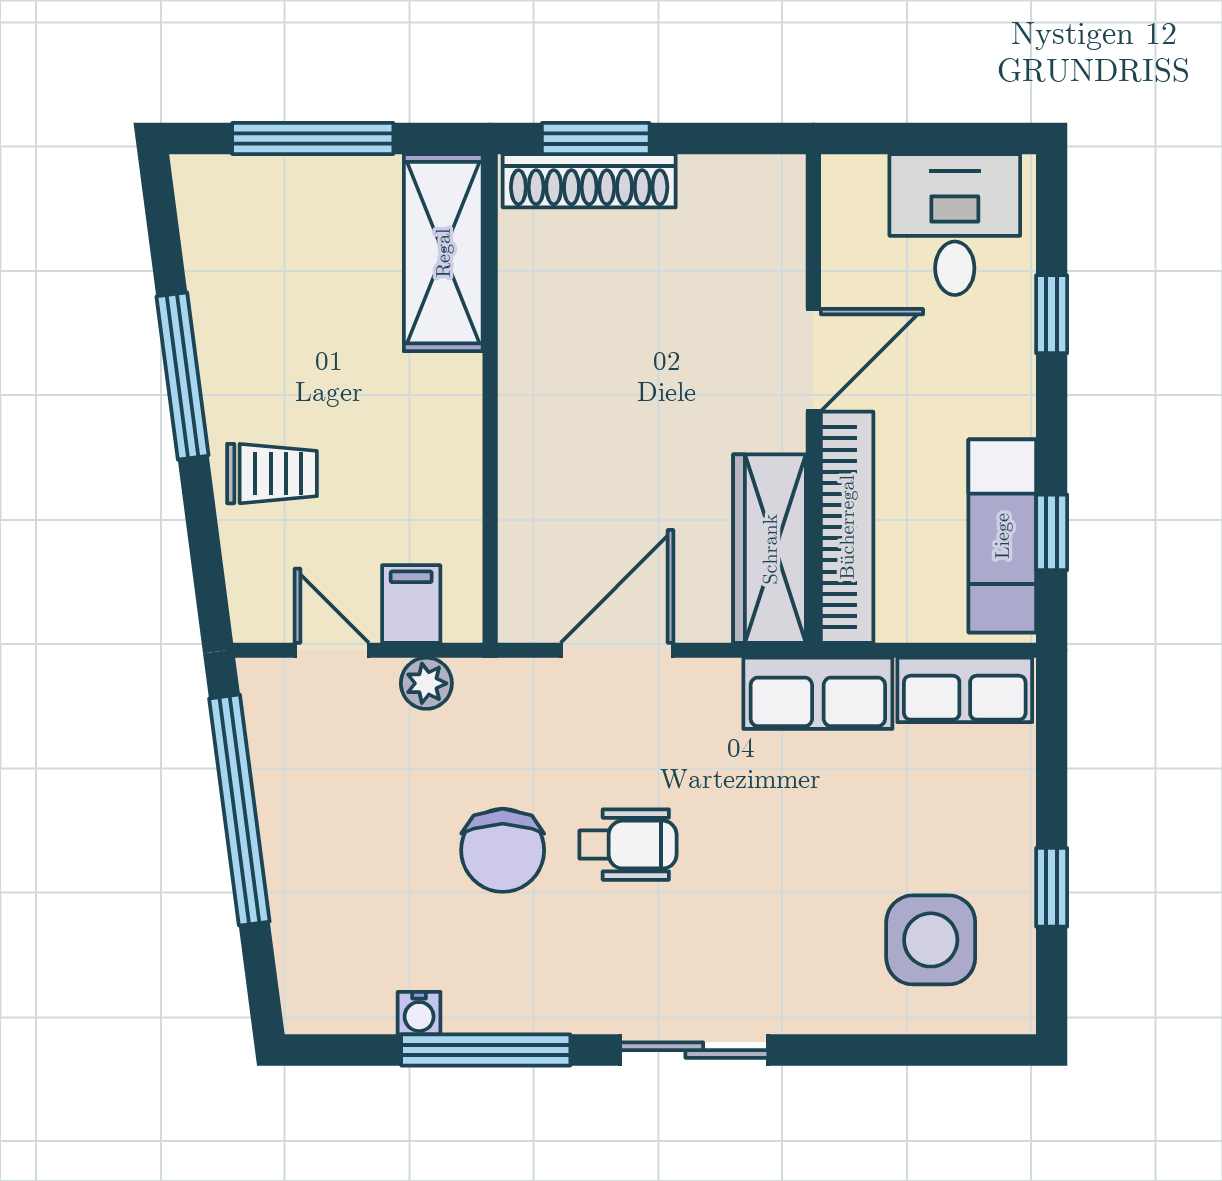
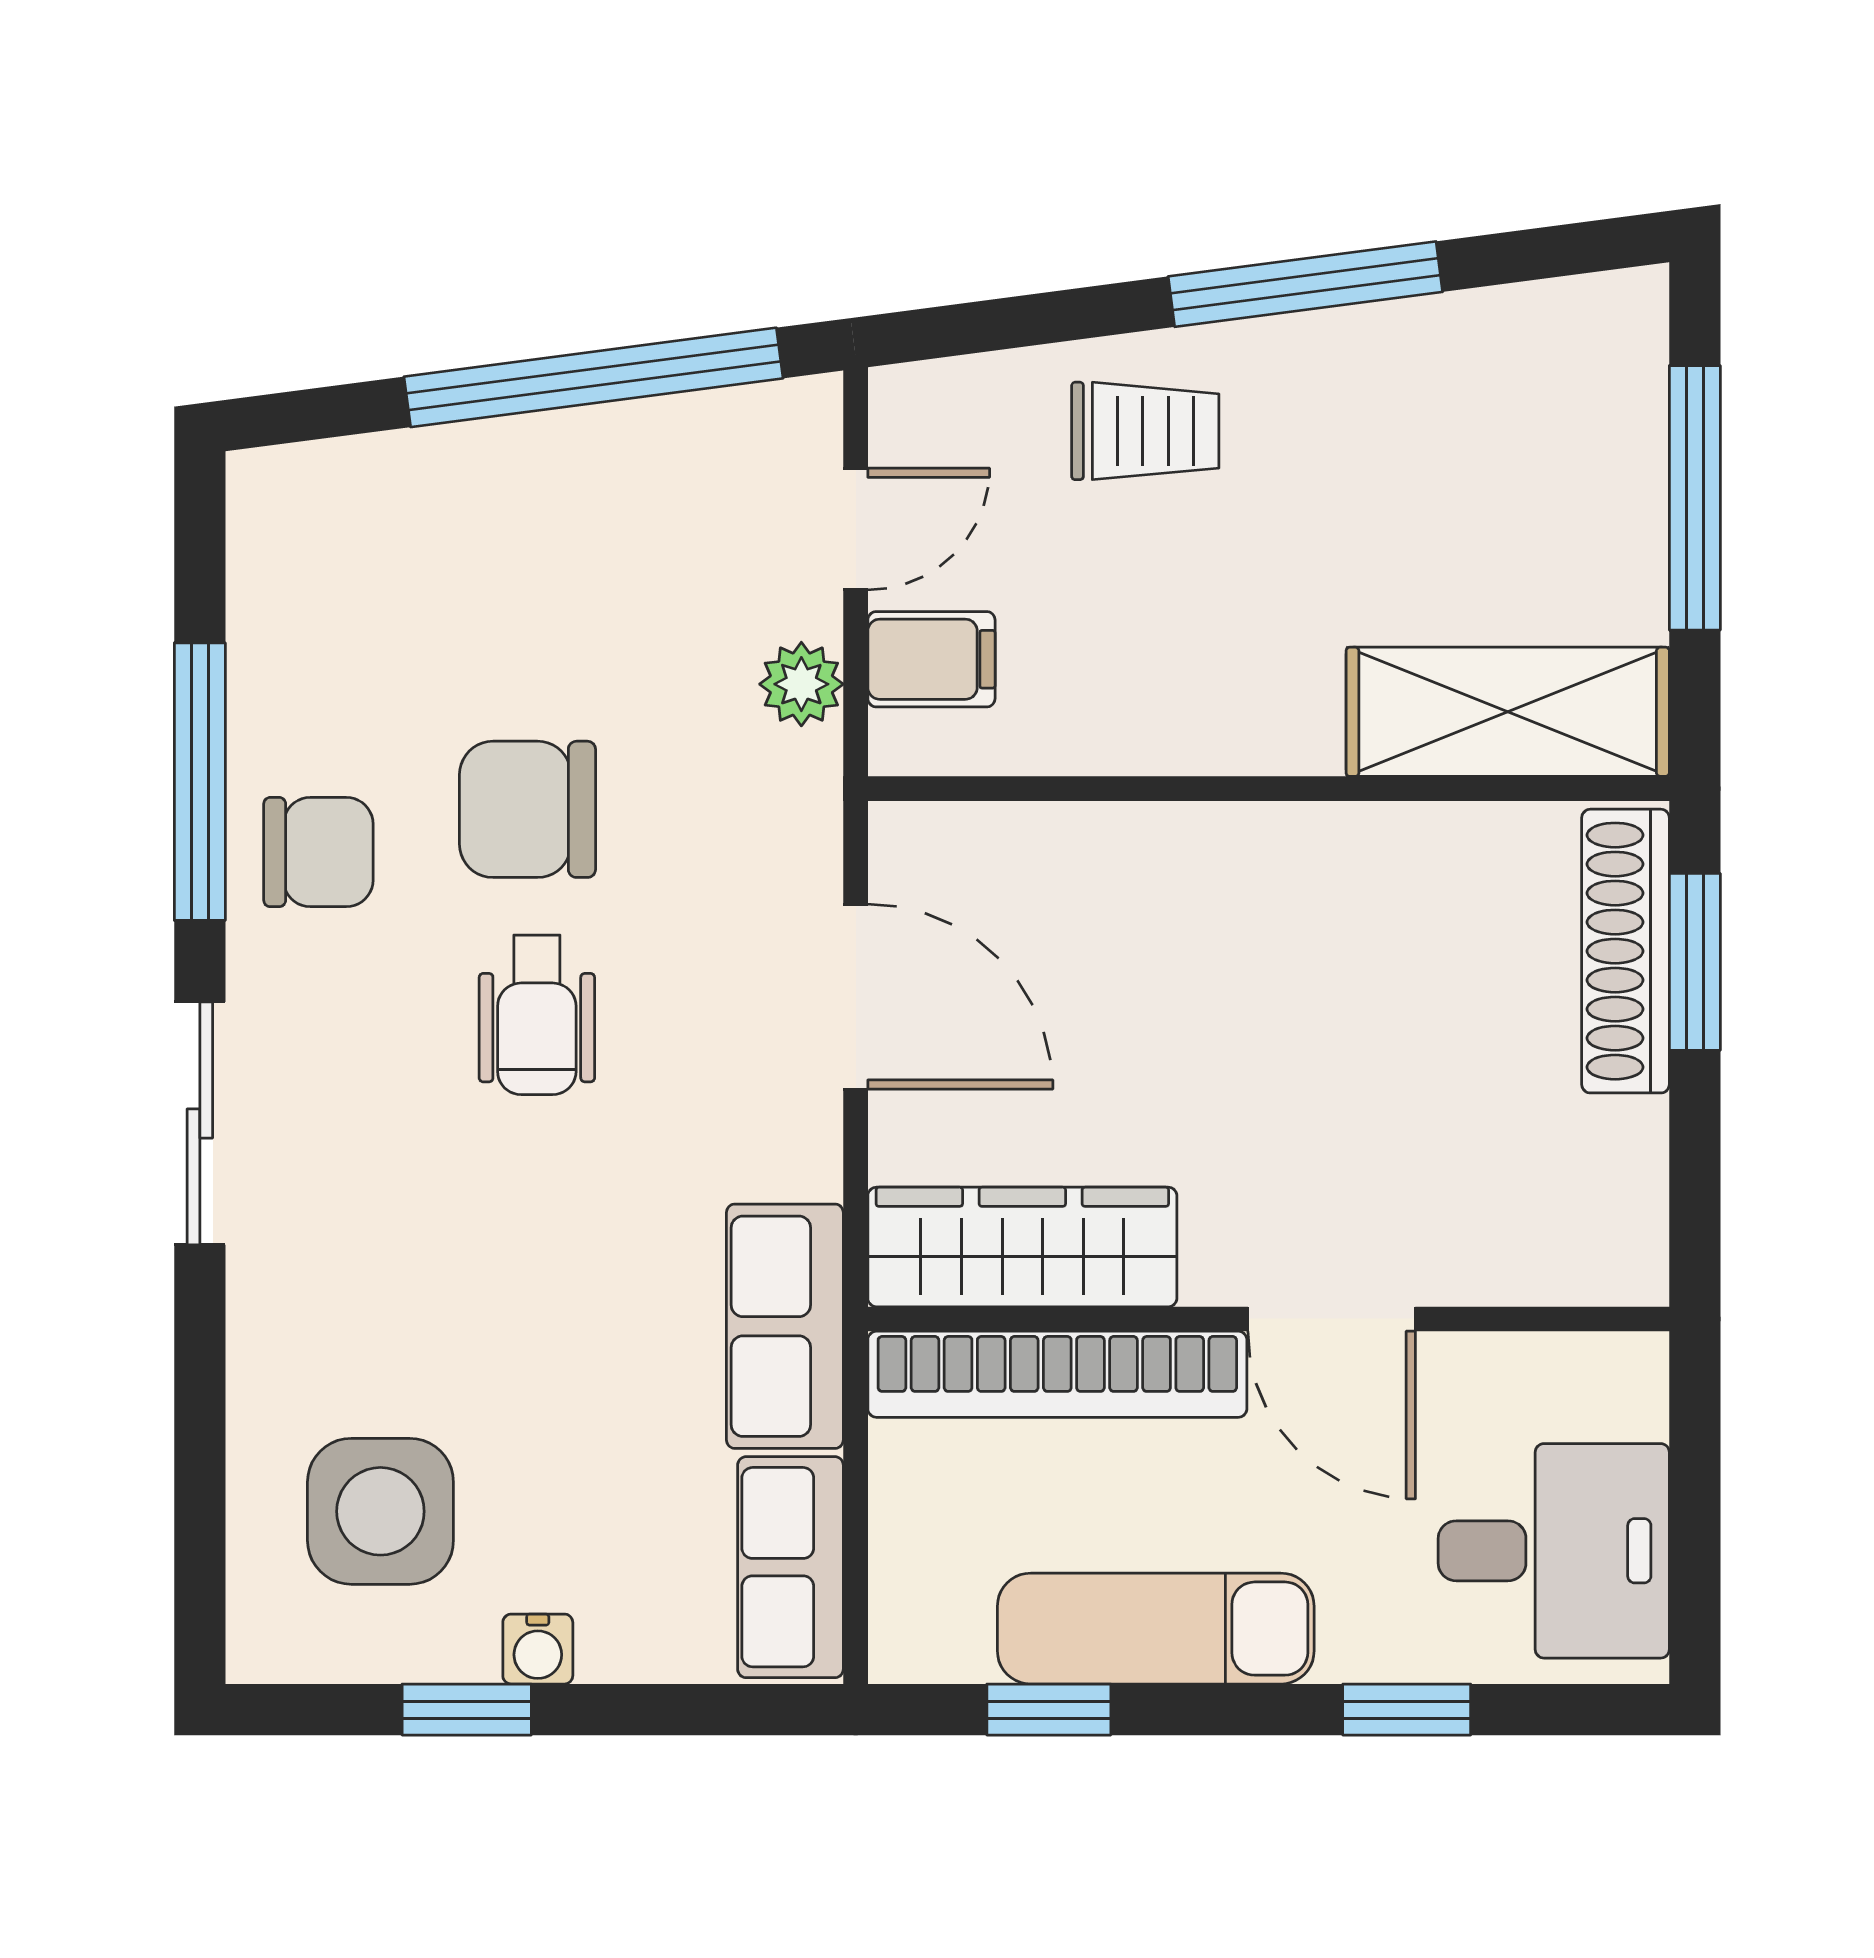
trolley: (272, 474) -> (1145, 431), turned -90
exam couch: (1002, 536) -> (1156, 1629), moved
chair: (529, 978) -> (318, 852), added
water cooler: (419, 1013) -> (538, 1649), moved, turned -90

